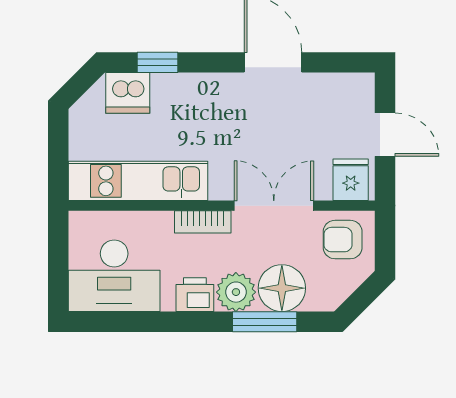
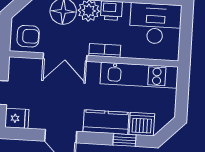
kitchen counter: (193, 93) -> (106, 122), added
fridge: (351, 180) -> (17, 118), moved, turned -90

